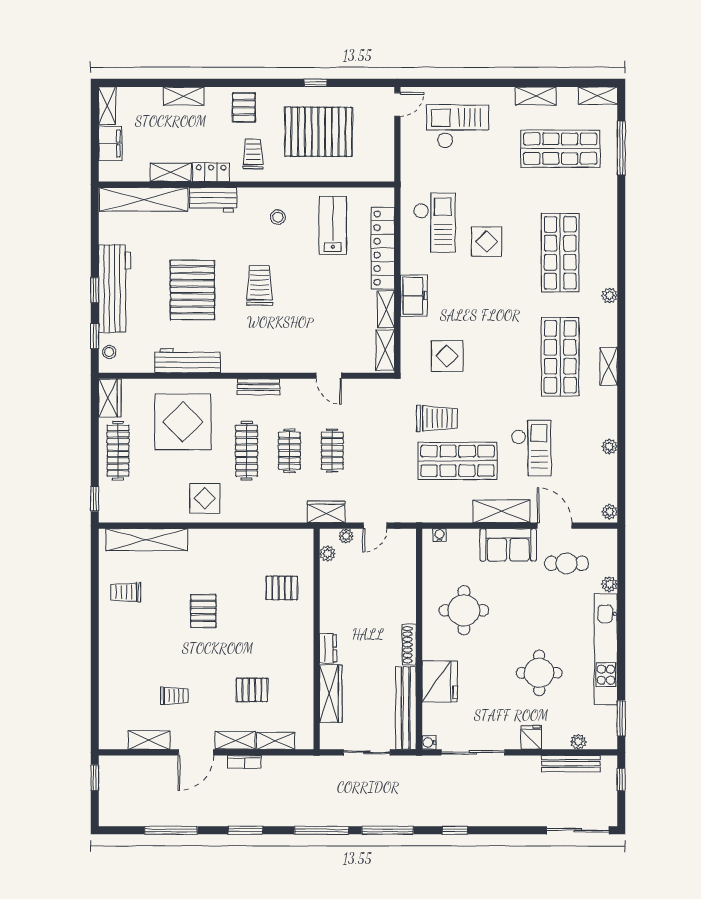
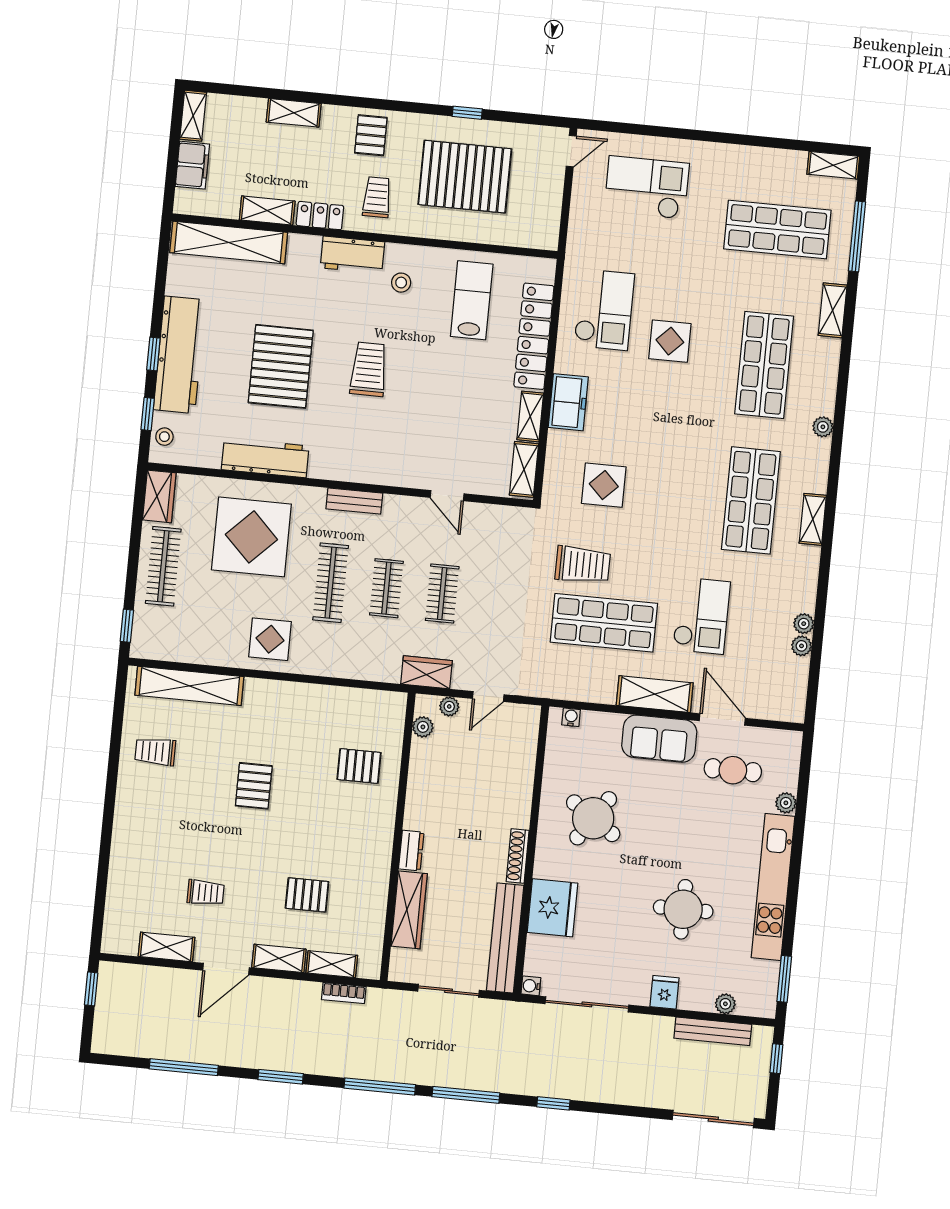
shelving: (536, 96) -> (833, 310), moved, turned 90
workbench: (213, 200) -> (352, 255), moved
plant: (610, 512) -> (801, 646), moved
round table: (464, 610) -> (593, 818), turned 34
bookcase: (244, 762) -> (344, 993), moved

